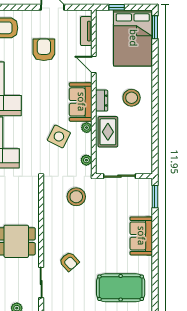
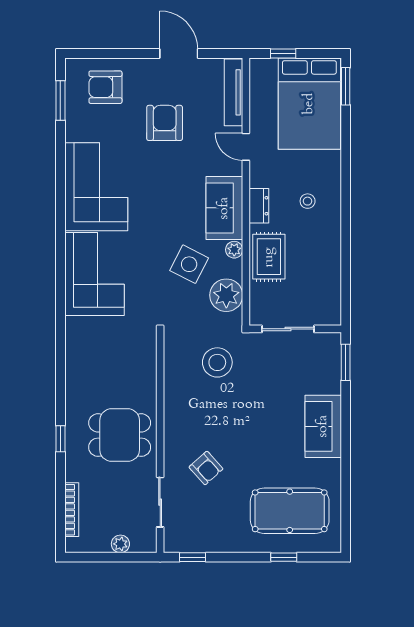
tv unit: (86, 31) -> (234, 92), width x1.41
stool: (132, 98) -> (308, 201), width x0.53, depth x0.53
plant: (86, 160) -> (226, 295), width x1.88, depth x1.88

